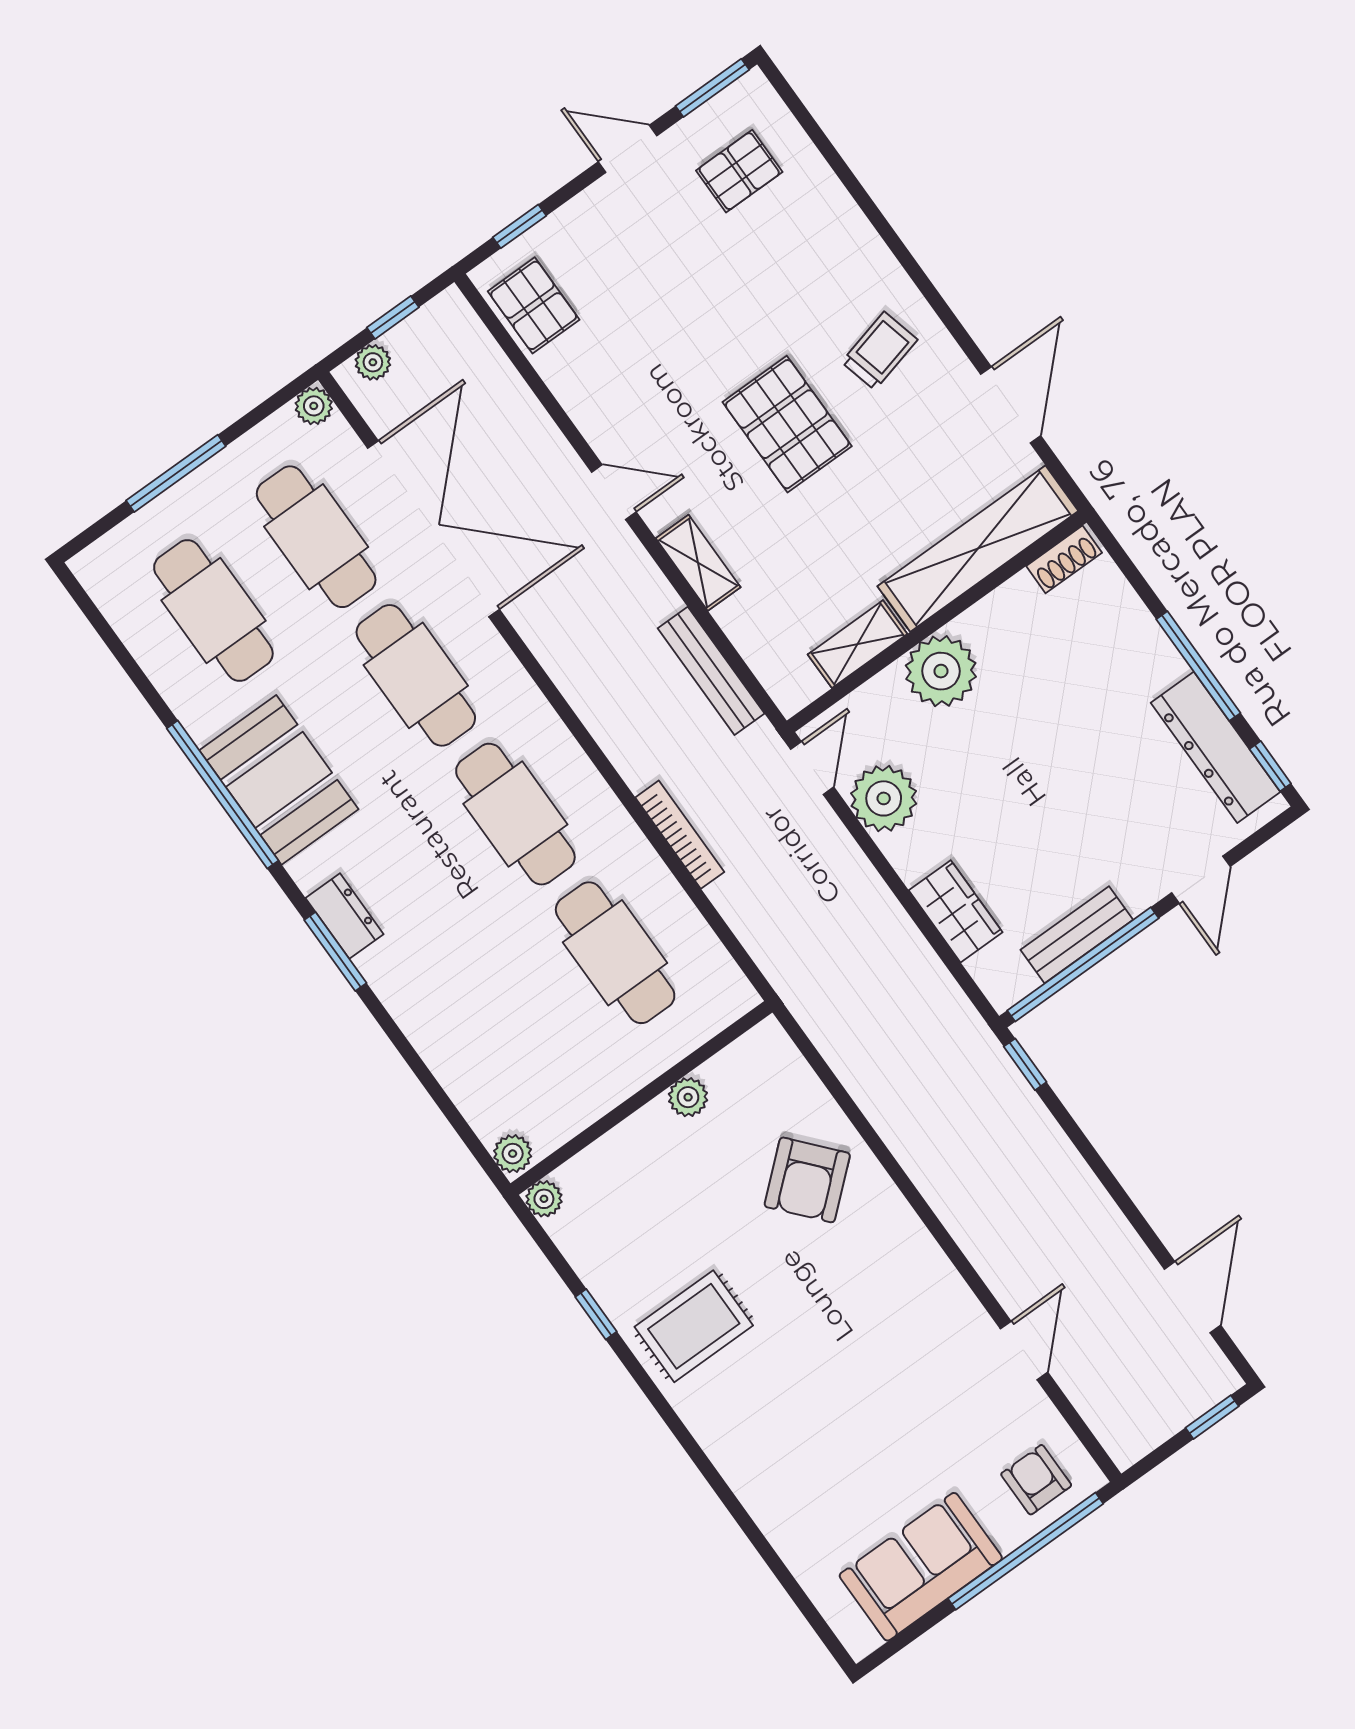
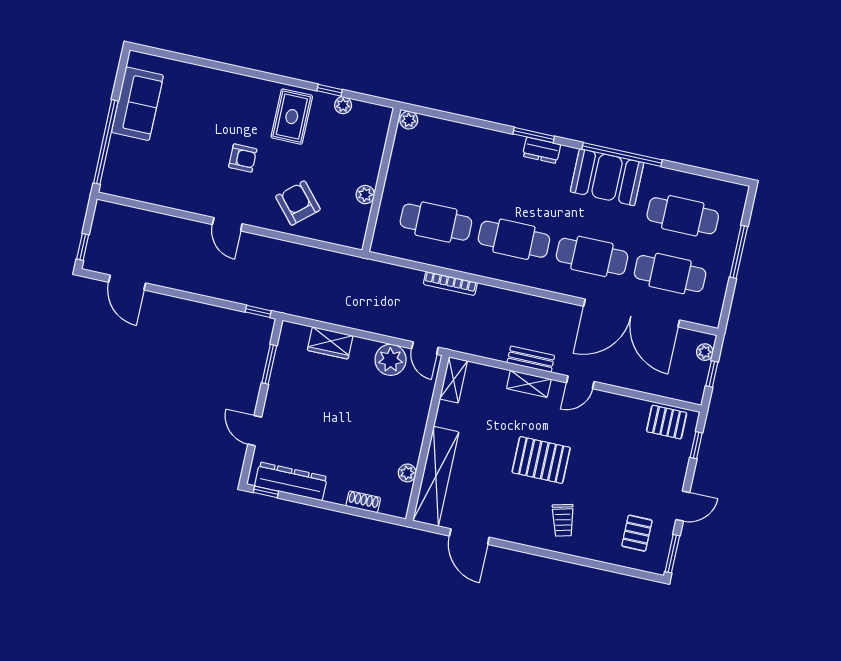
trolley: (880, 351) -> (563, 520), moved
plant: (314, 406) -> (712, 318), removed
shoe rack: (1064, 559) -> (363, 502), moved, turned 90
shelving: (857, 644) -> (453, 380), moved
window: (1198, 666) -> (322, 504), removed
bench: (711, 671) -> (531, 359), moved, width x0.73
plant: (941, 671) -> (407, 473), moved, width x0.53, depth x0.53
bench: (1077, 935) -> (281, 373), removed
window: (1083, 964) -> (269, 364), width x0.47
plant: (544, 1199) -> (343, 105), moved
door: (1024, 1350) -> (227, 224), moved
armchair: (1036, 1480) -> (243, 158), moved

